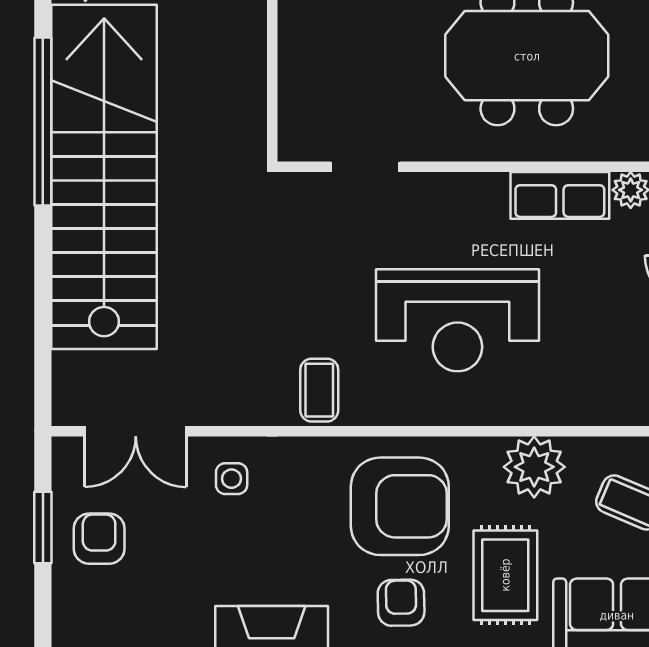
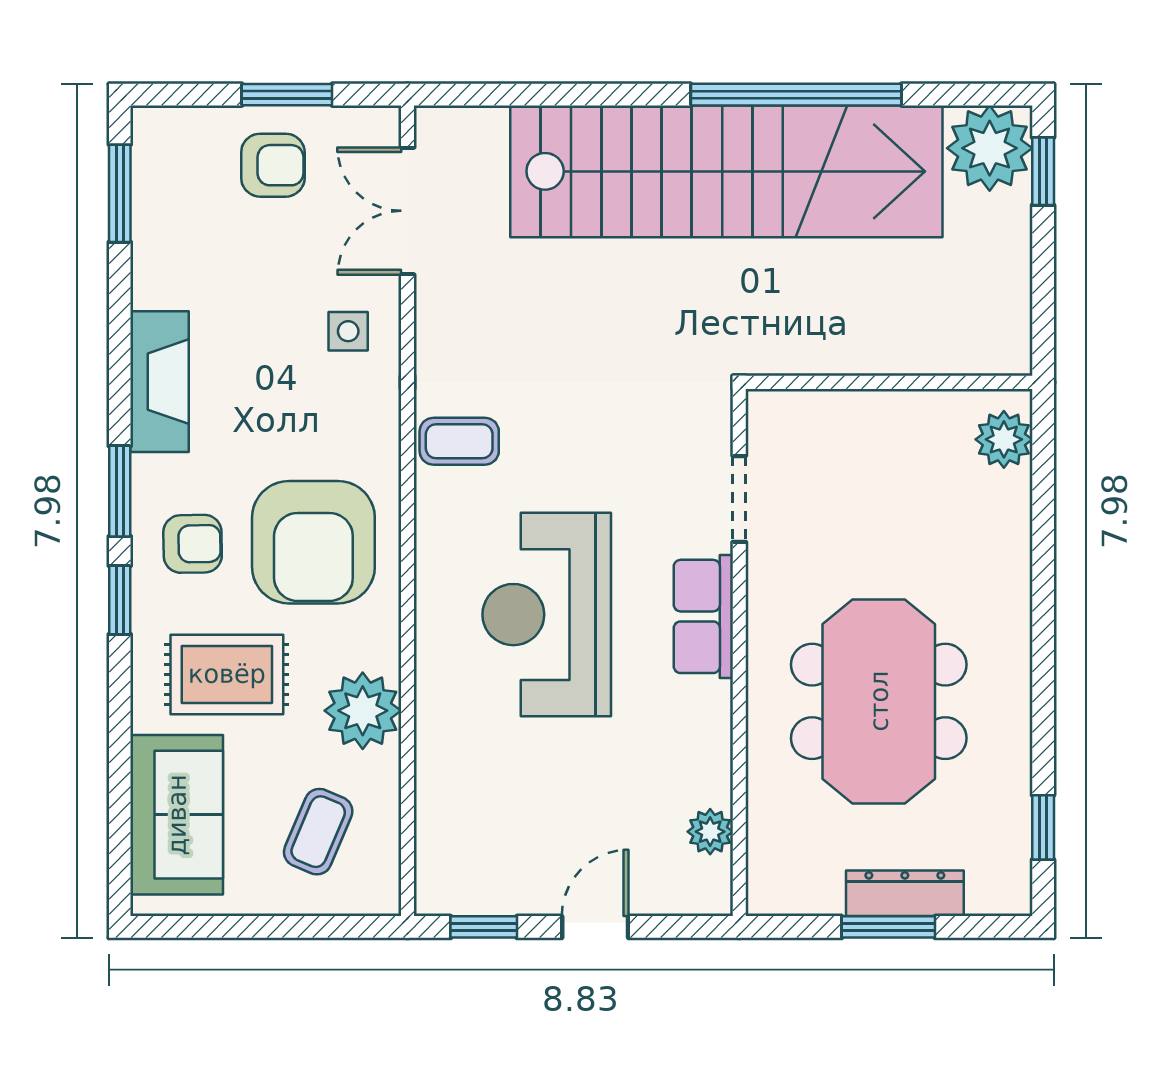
row of seats: (560, 195) -> (703, 616), moved

